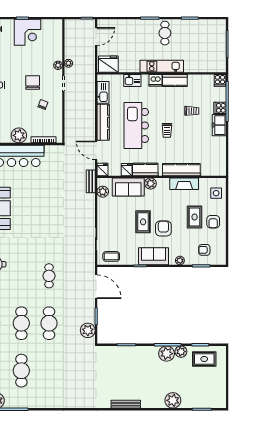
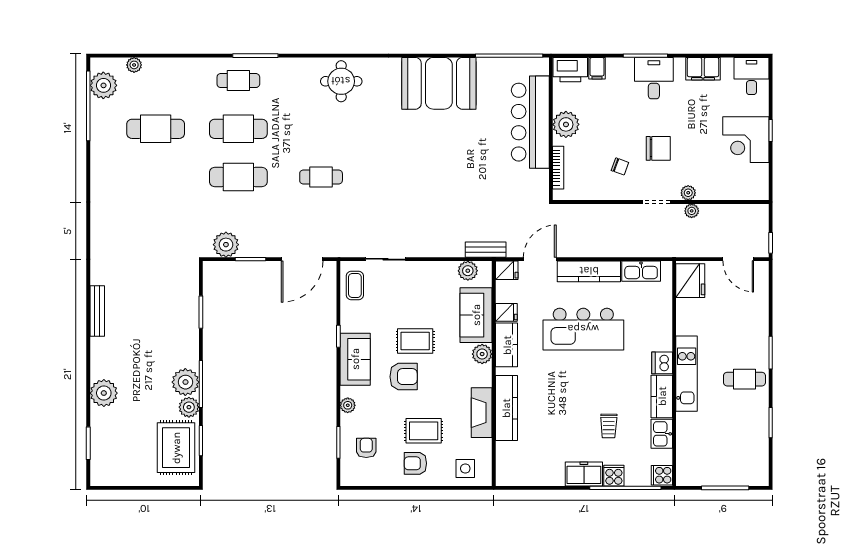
kitchen sink: (132, 80) -> (662, 434), moved
kitchen island: (136, 125) -> (583, 329), turned 180
trolley: (167, 130) -> (575, 383), removed
rug: (204, 359) -> (176, 448), width x1.36, depth x1.43

